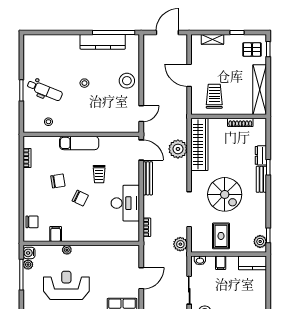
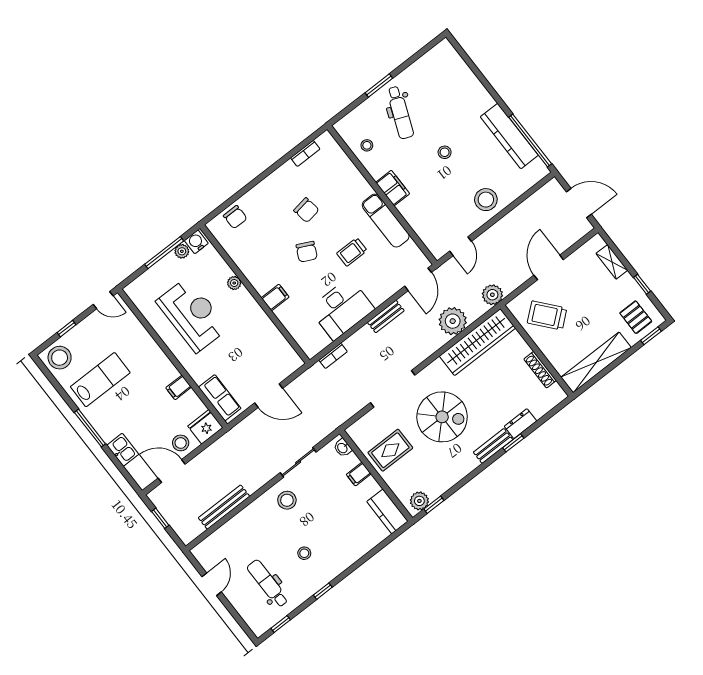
trolley: (214, 96) -> (547, 315), turned -130
door: (141, 114) -> (461, 246), hinge flipped
filing cabinet: (82, 126) -> (393, 188), added
exam couch: (79, 143) -> (386, 221), moved
bench: (148, 178) -> (386, 317), width x0.73
spiral stairs: (225, 194) -> (442, 417), turned -90
filing cabinet: (56, 234) -> (275, 297), moved
plant: (180, 244) -> (492, 295), moved

